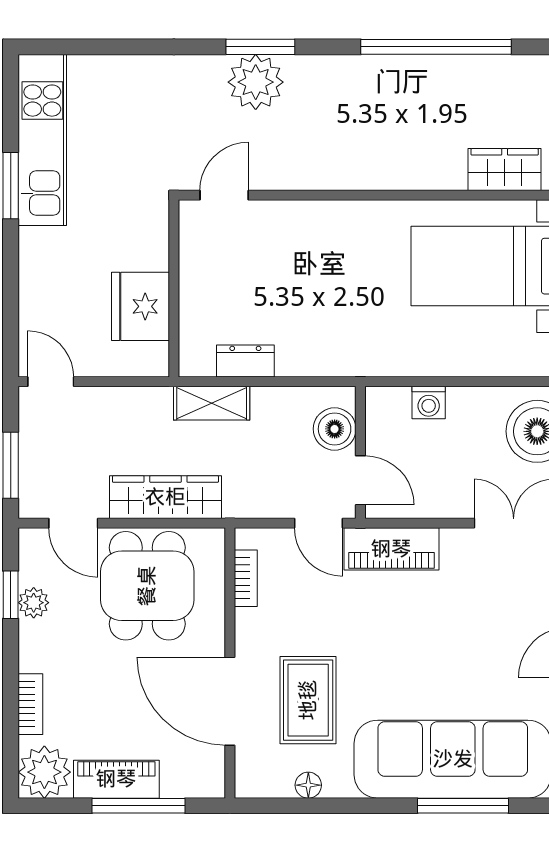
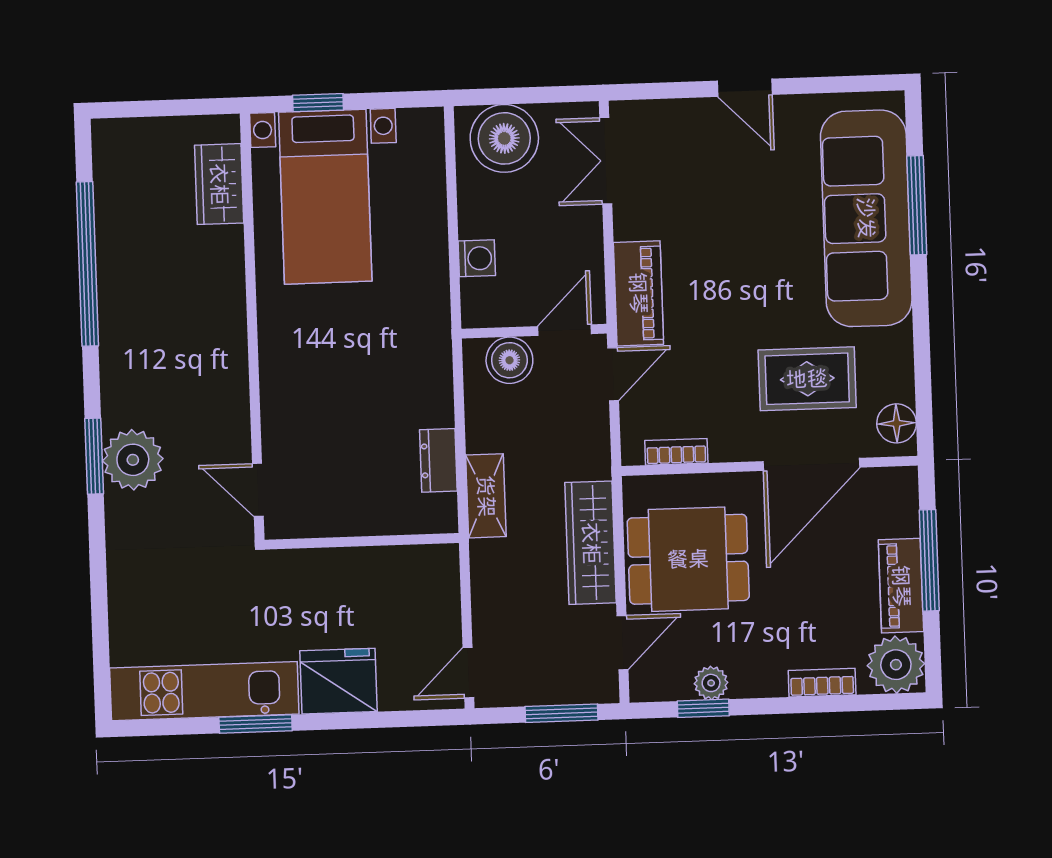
fridge: (141, 306) -> (339, 681), moved, turned 180
floor lamp: (308, 785) -> (897, 423), moved, width x1.37, depth x1.37

